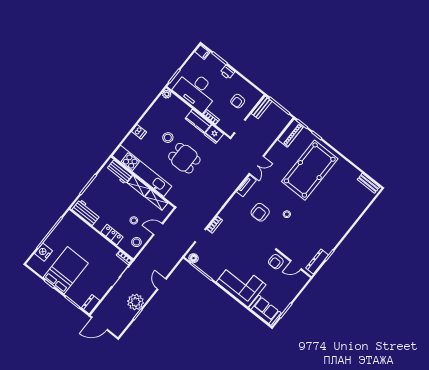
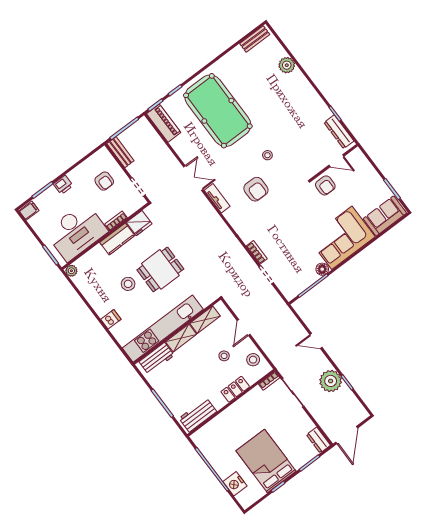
plant: (356, 211) -> (287, 65), added
floor lamp: (194, 258) -> (322, 269), moved
door: (296, 265) -> (336, 161), hinge flipped

